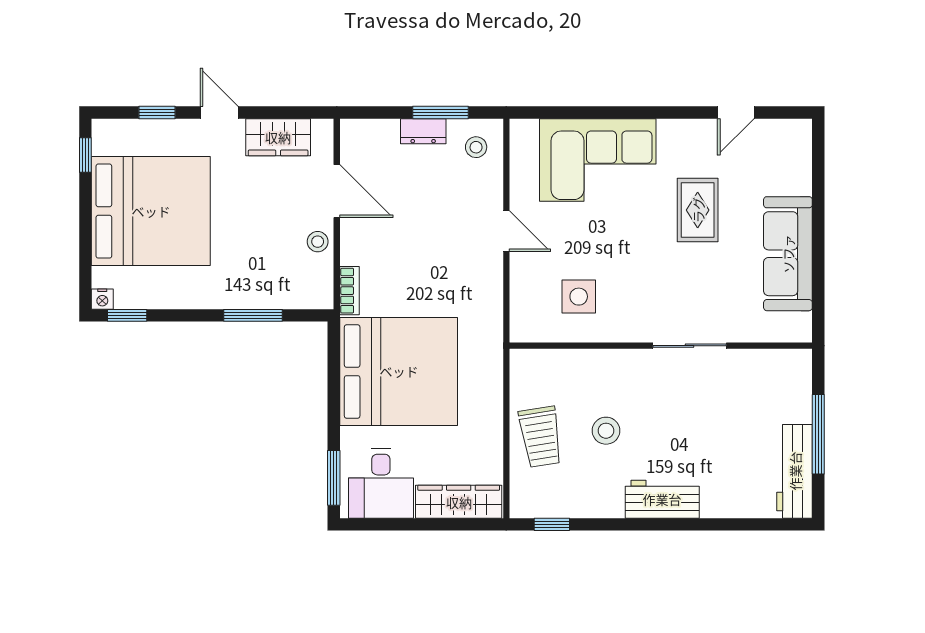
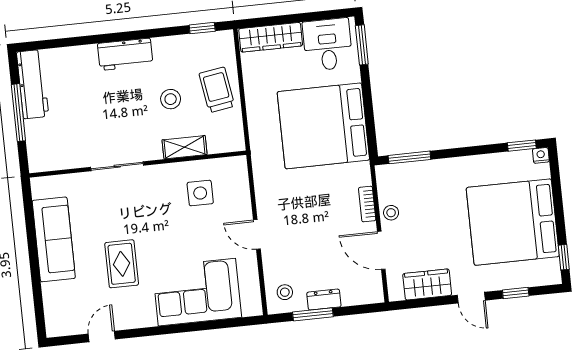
bookcase: (349, 291) -> (367, 204), moved
window: (253, 315) -> (409, 157), moved
shelving: (594, 362) -> (185, 147), added

